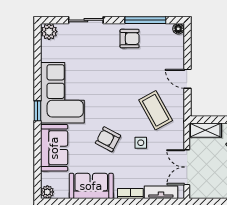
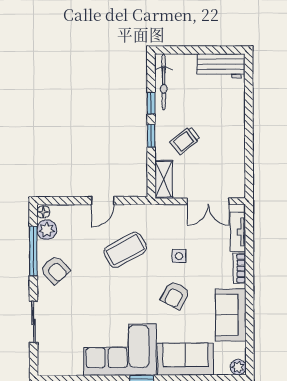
plant: (49, 32) -> (47, 230), moved
armchair: (130, 39) -> (55, 270), turned 137
coffee table: (156, 110) -> (125, 250), moved

